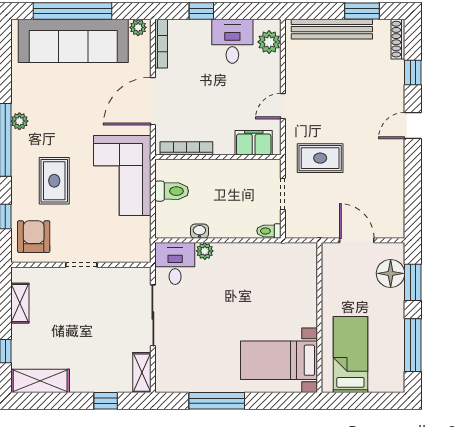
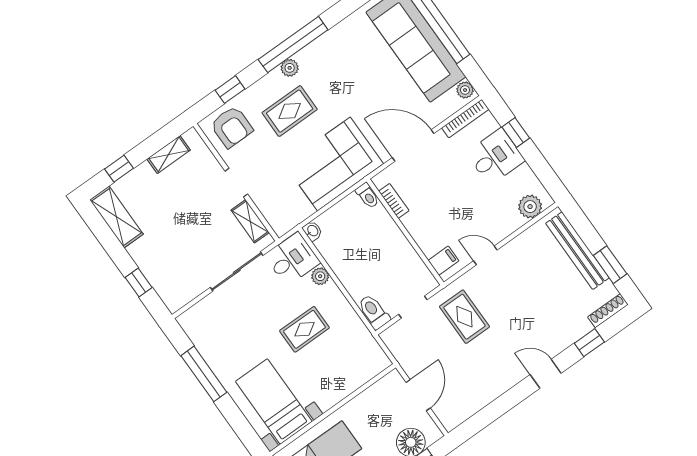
desk: (232, 41) -> (495, 157), moved
plant: (19, 121) -> (290, 68), moved
filing cabinet: (254, 143) -> (443, 261), width x0.50
bookcase: (186, 148) -> (394, 201), width x0.64
toilet: (172, 191) -> (367, 196), moved, width x0.73, depth x0.72
washbasin: (199, 231) -> (312, 231), moved
toilet: (269, 231) -> (374, 312), width x1.37, depth x1.39
armchair: (34, 237) -> (232, 127), turned 90
rug: (239, 294) -> (304, 329), added
shelving: (142, 373) -> (250, 221), moved, turned 90

